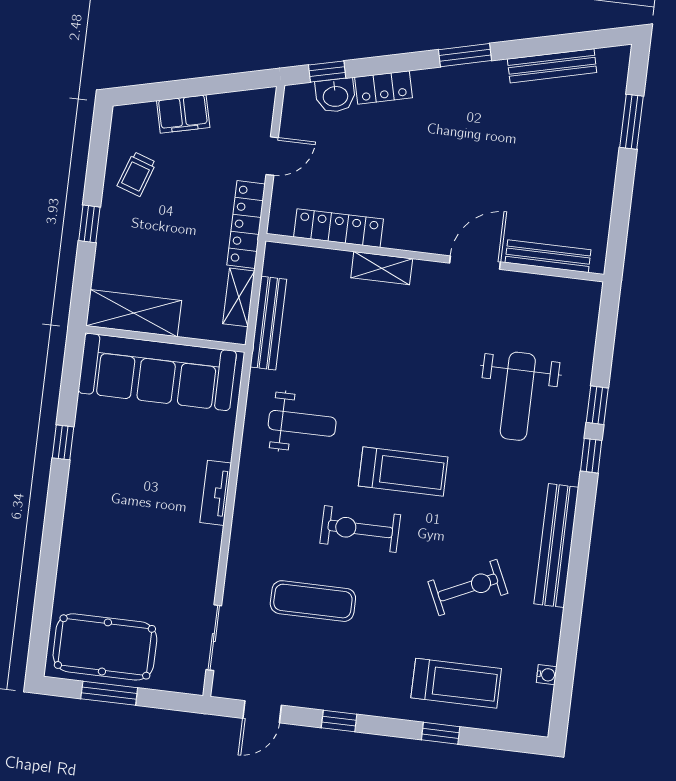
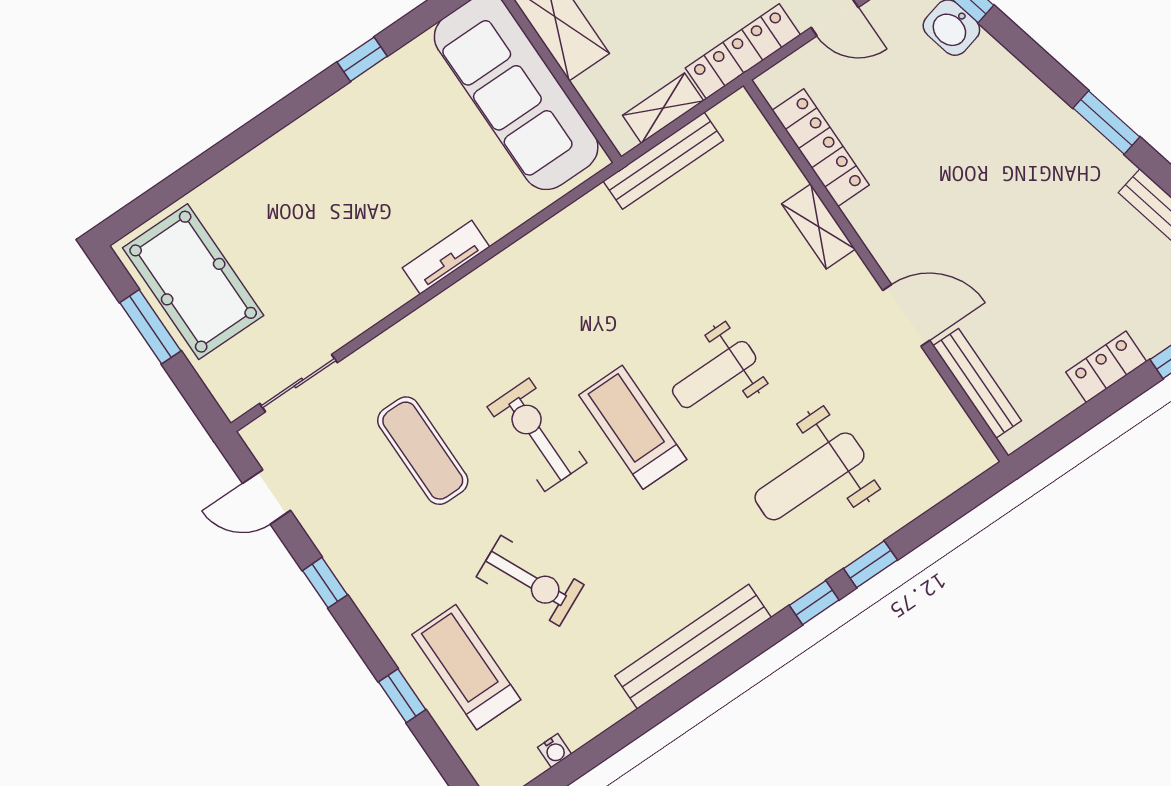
locker: (383, 87) -> (1106, 367), moved, turned 104
weight bench: (302, 423) -> (714, 375), moved, turned 90
treadmill: (403, 471) -> (633, 427), turned 180
exercise bike: (468, 587) -> (530, 581), moved
treadmill: (456, 683) -> (466, 667), turned 180

